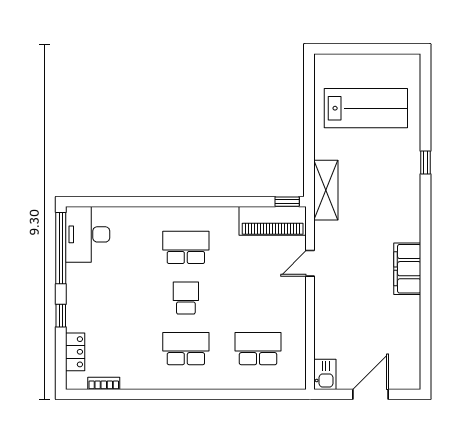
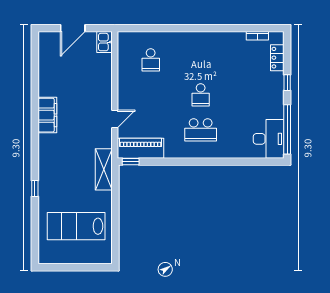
school desk: (186, 349) -> (201, 60), removed
school desk: (258, 349) -> (151, 60), width x0.54

